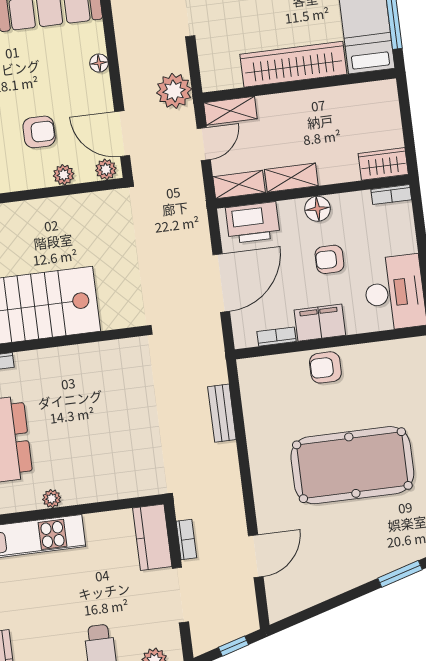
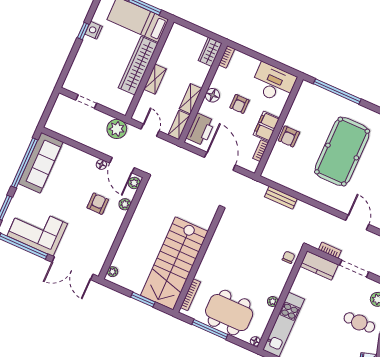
floor lamp: (99, 63) -> (101, 165), moved
shelving: (230, 111) -> (155, 79), moved
door: (122, 134) -> (122, 165), hinge flipped
chair: (136, 482) -> (288, 257), added

